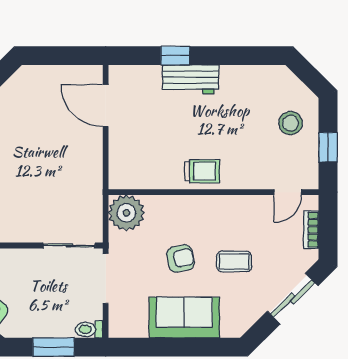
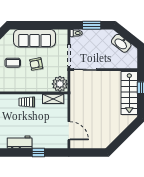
workbench: (190, 79) -> (20, 142), moved
shelving: (142, 178) -> (53, 99), added
sofa: (184, 318) -> (35, 38), width x1.36

